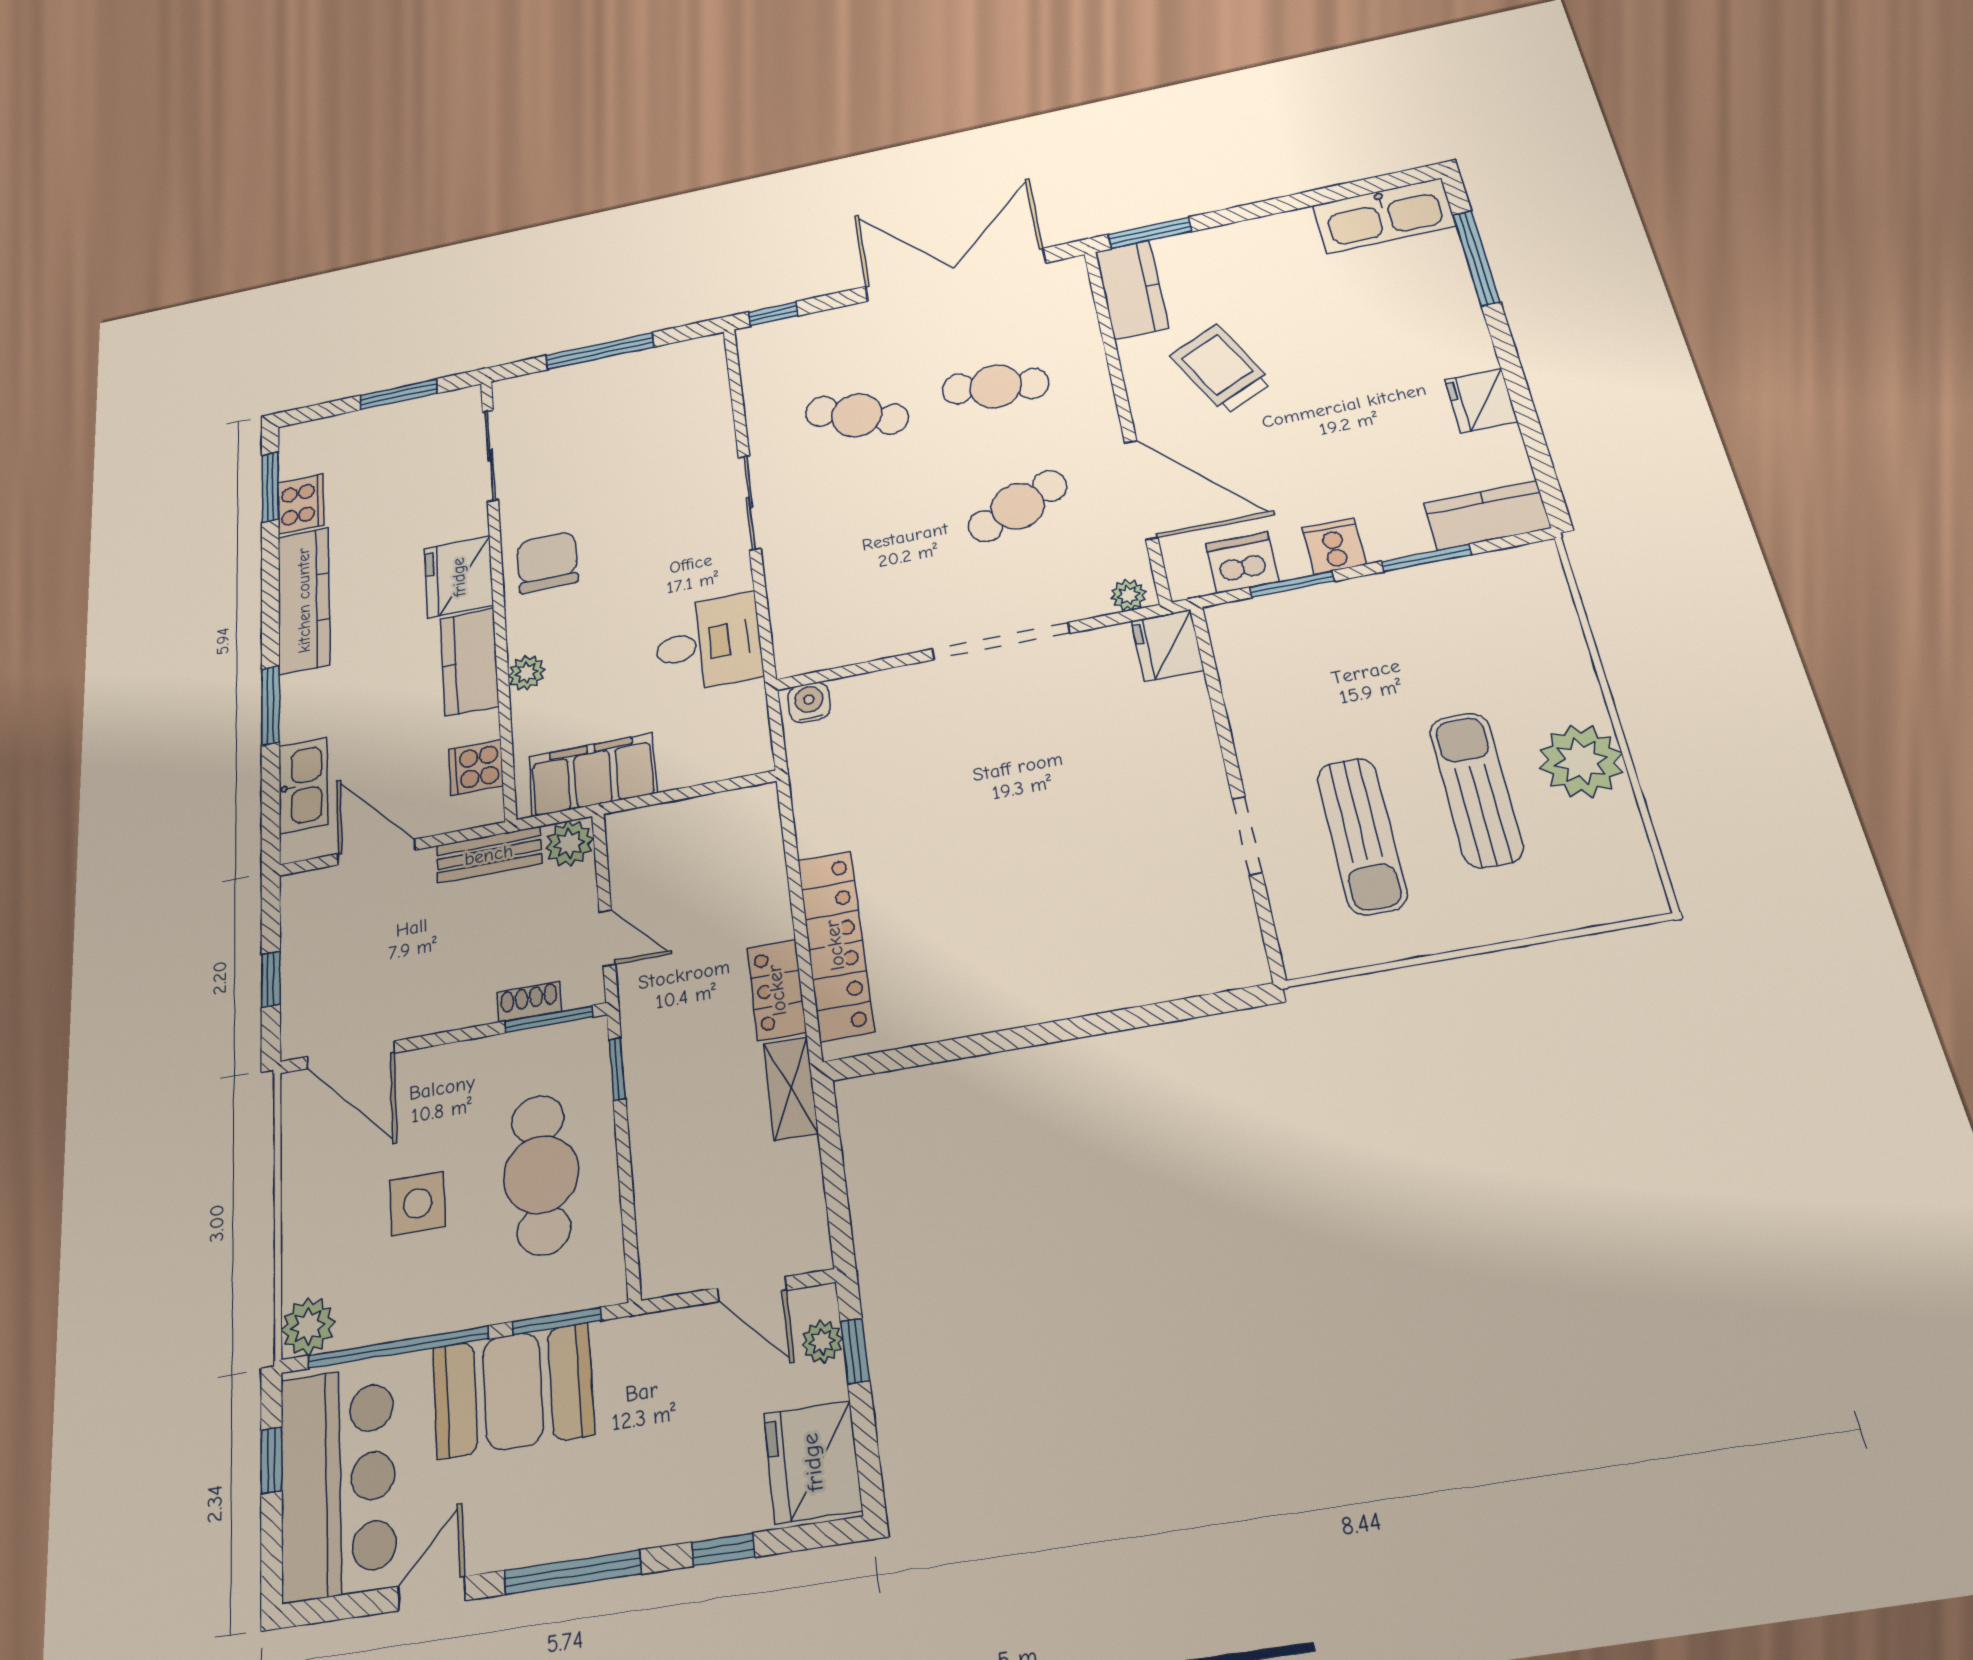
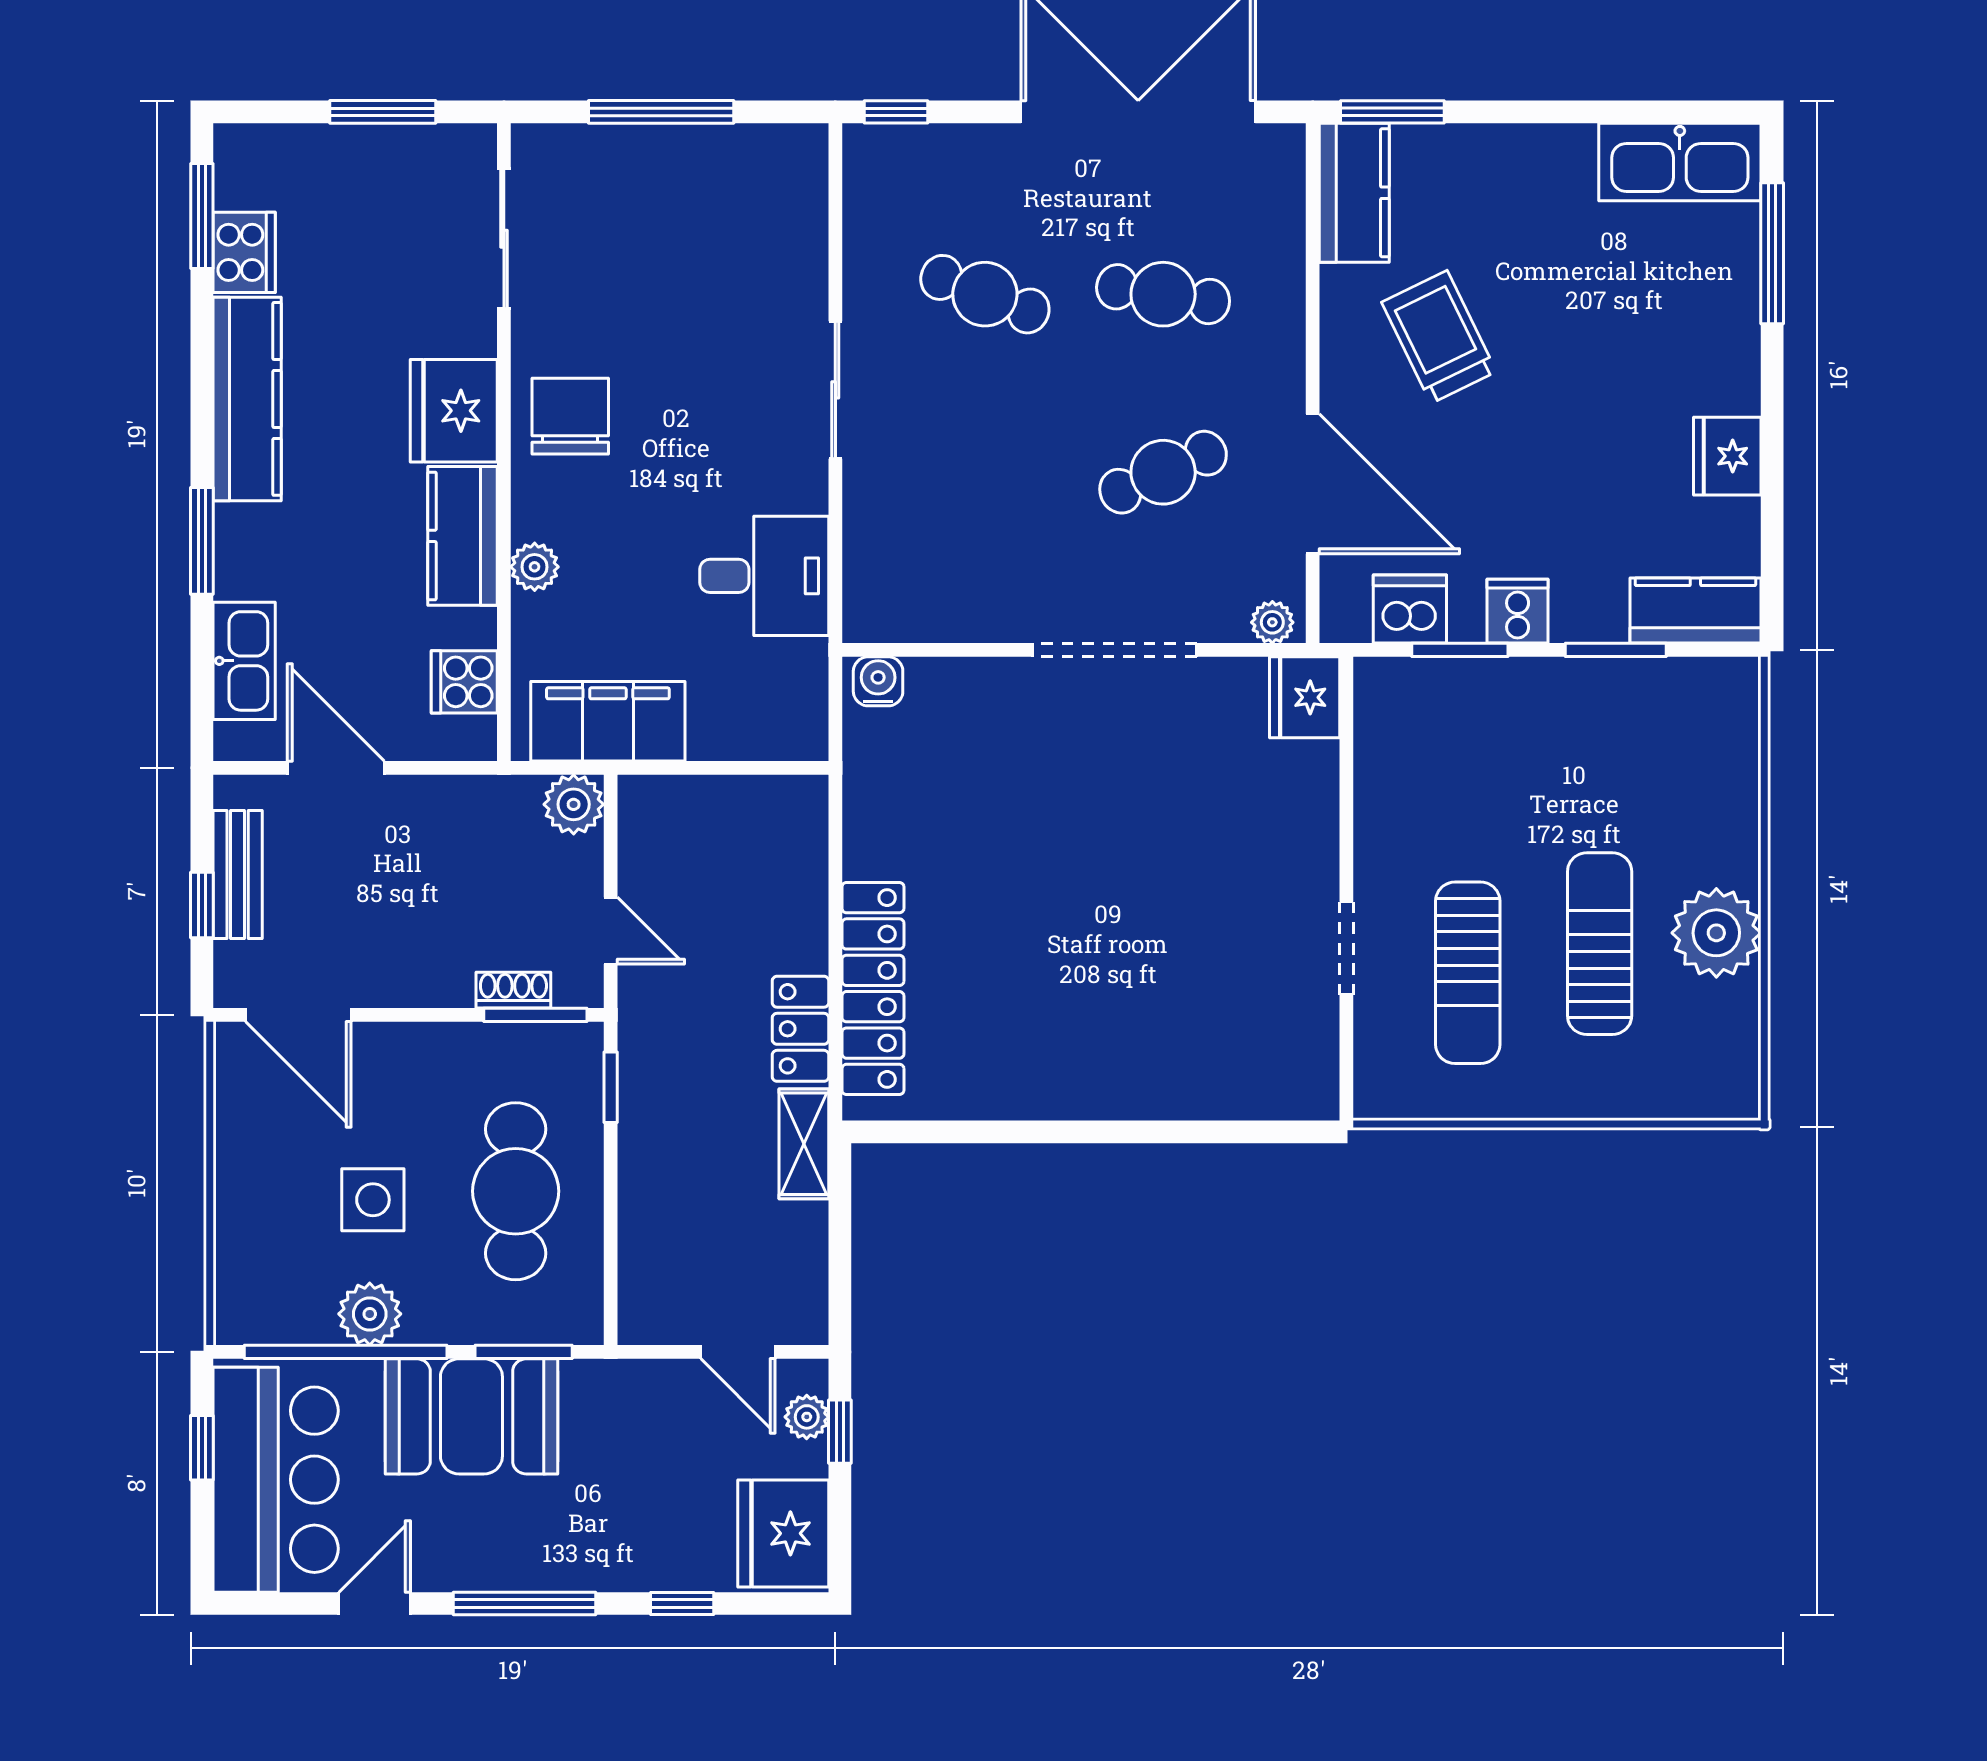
bench: (489, 855) -> (238, 875), moved, turned 90
plant: (308, 1326) -> (370, 1314), moved

